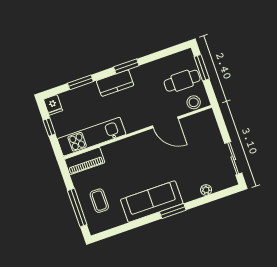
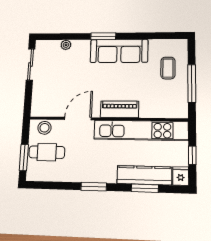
kitchen counter: (115, 83) -> (144, 175), moved, width x1.50
door: (165, 122) -> (78, 119), hinge flipped
kitchen unit: (92, 137) -> (141, 130), width x1.36
piano: (85, 161) -> (120, 109), moved
window: (77, 208) -> (192, 83), moved

